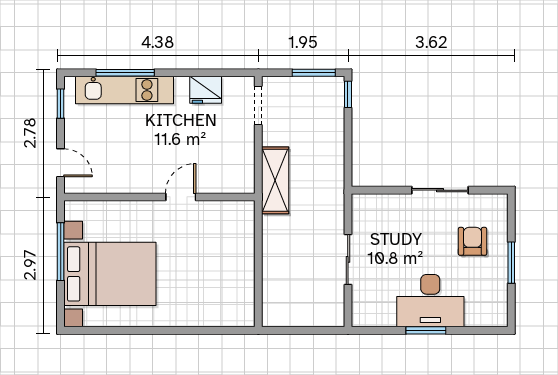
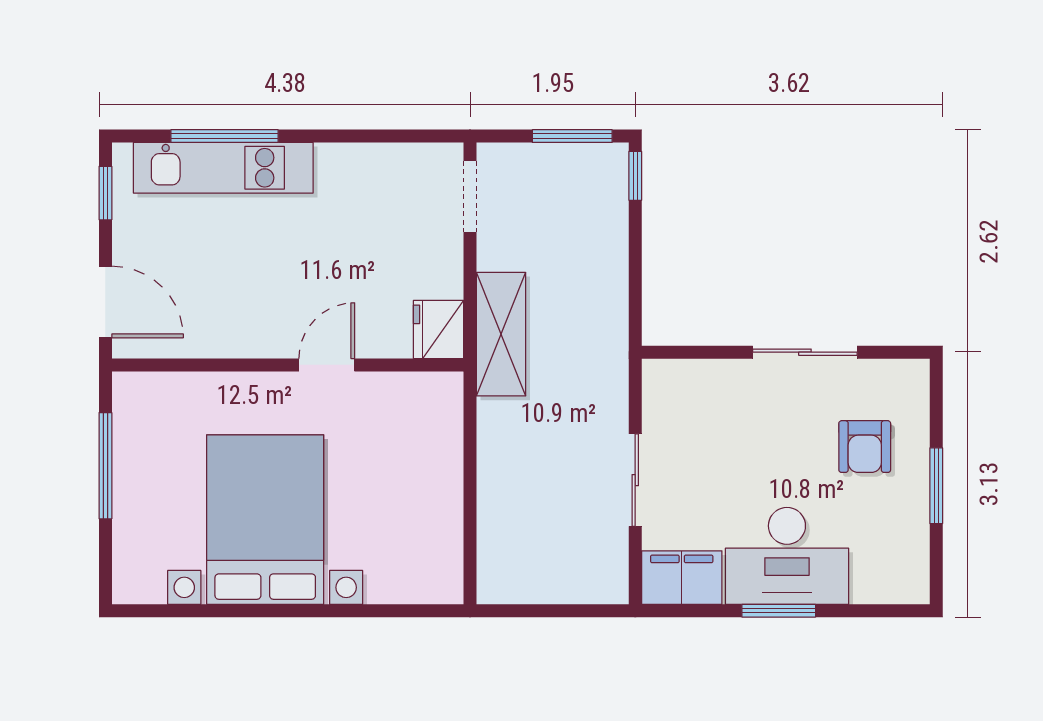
fridge: (206, 90) -> (439, 329), moved, turned 90
door: (61, 163) -> (105, 302), width x1.37
armchair: (472, 241) -> (865, 447), turned 180
bed with nightstands: (110, 274) -> (265, 520), moved, turned -90
filing cabinet: (373, 312) -> (682, 578), added

